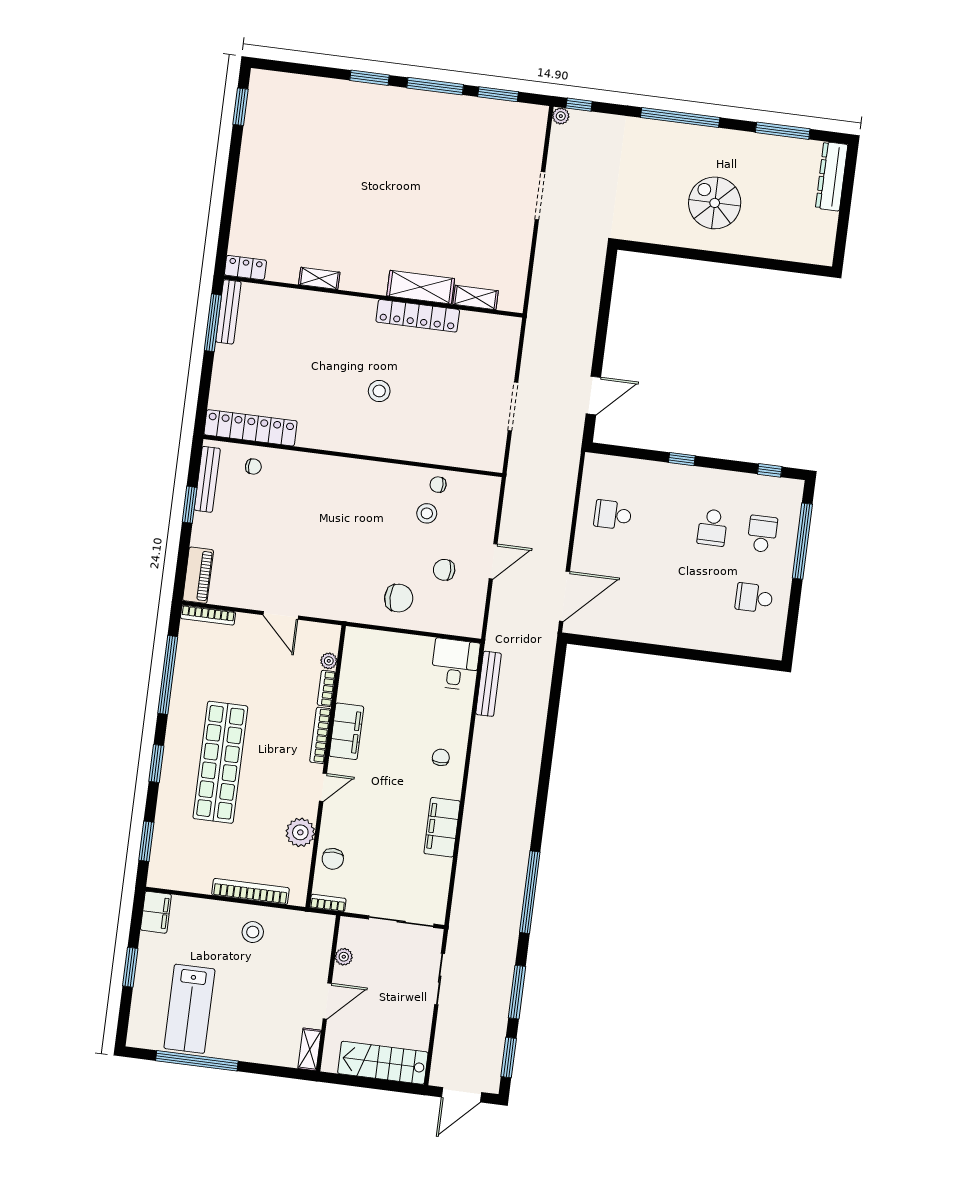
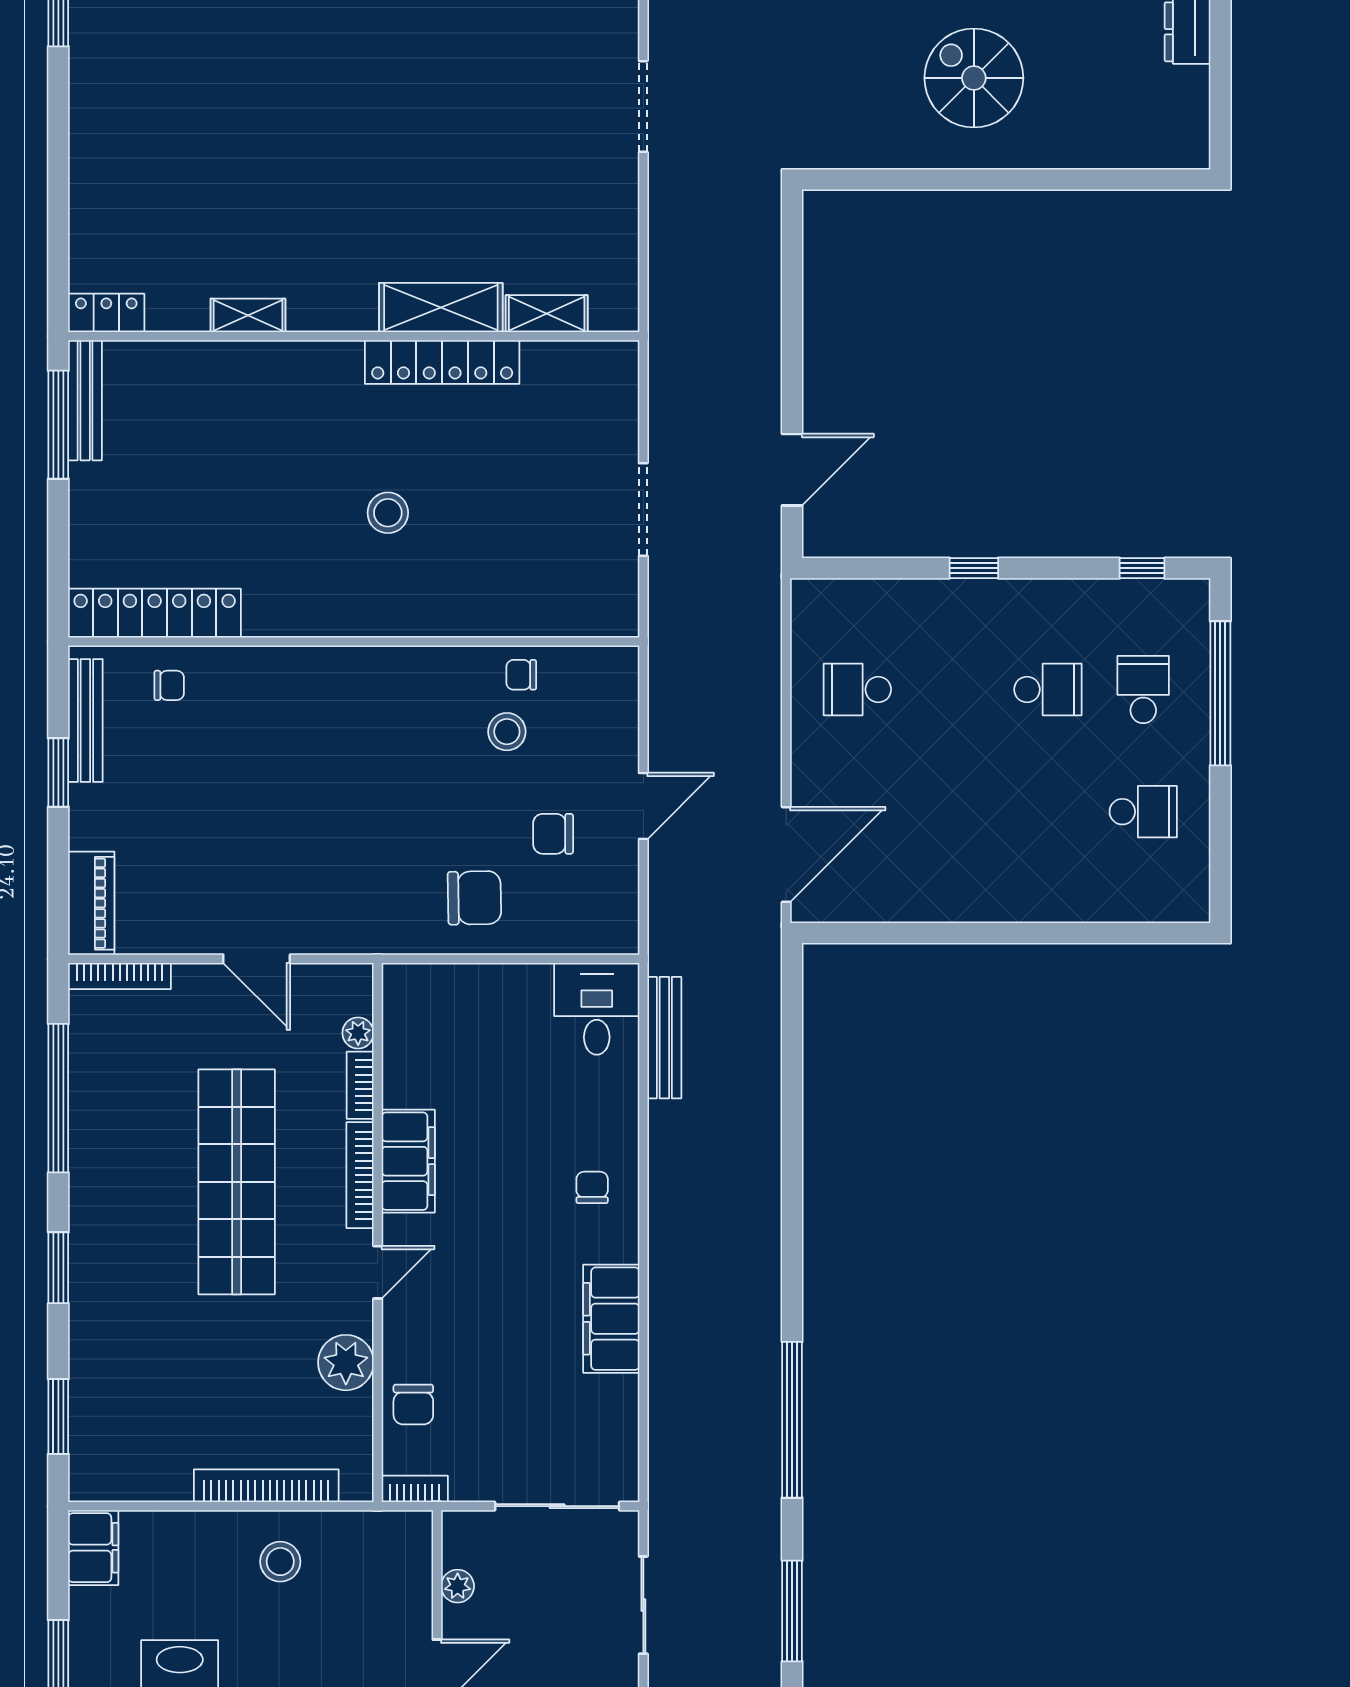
school desk: (712, 528) -> (1048, 689), turned -90
school desk: (754, 598) -> (1143, 812), turned 180
shop shelf: (220, 762) -> (237, 1182), moved

